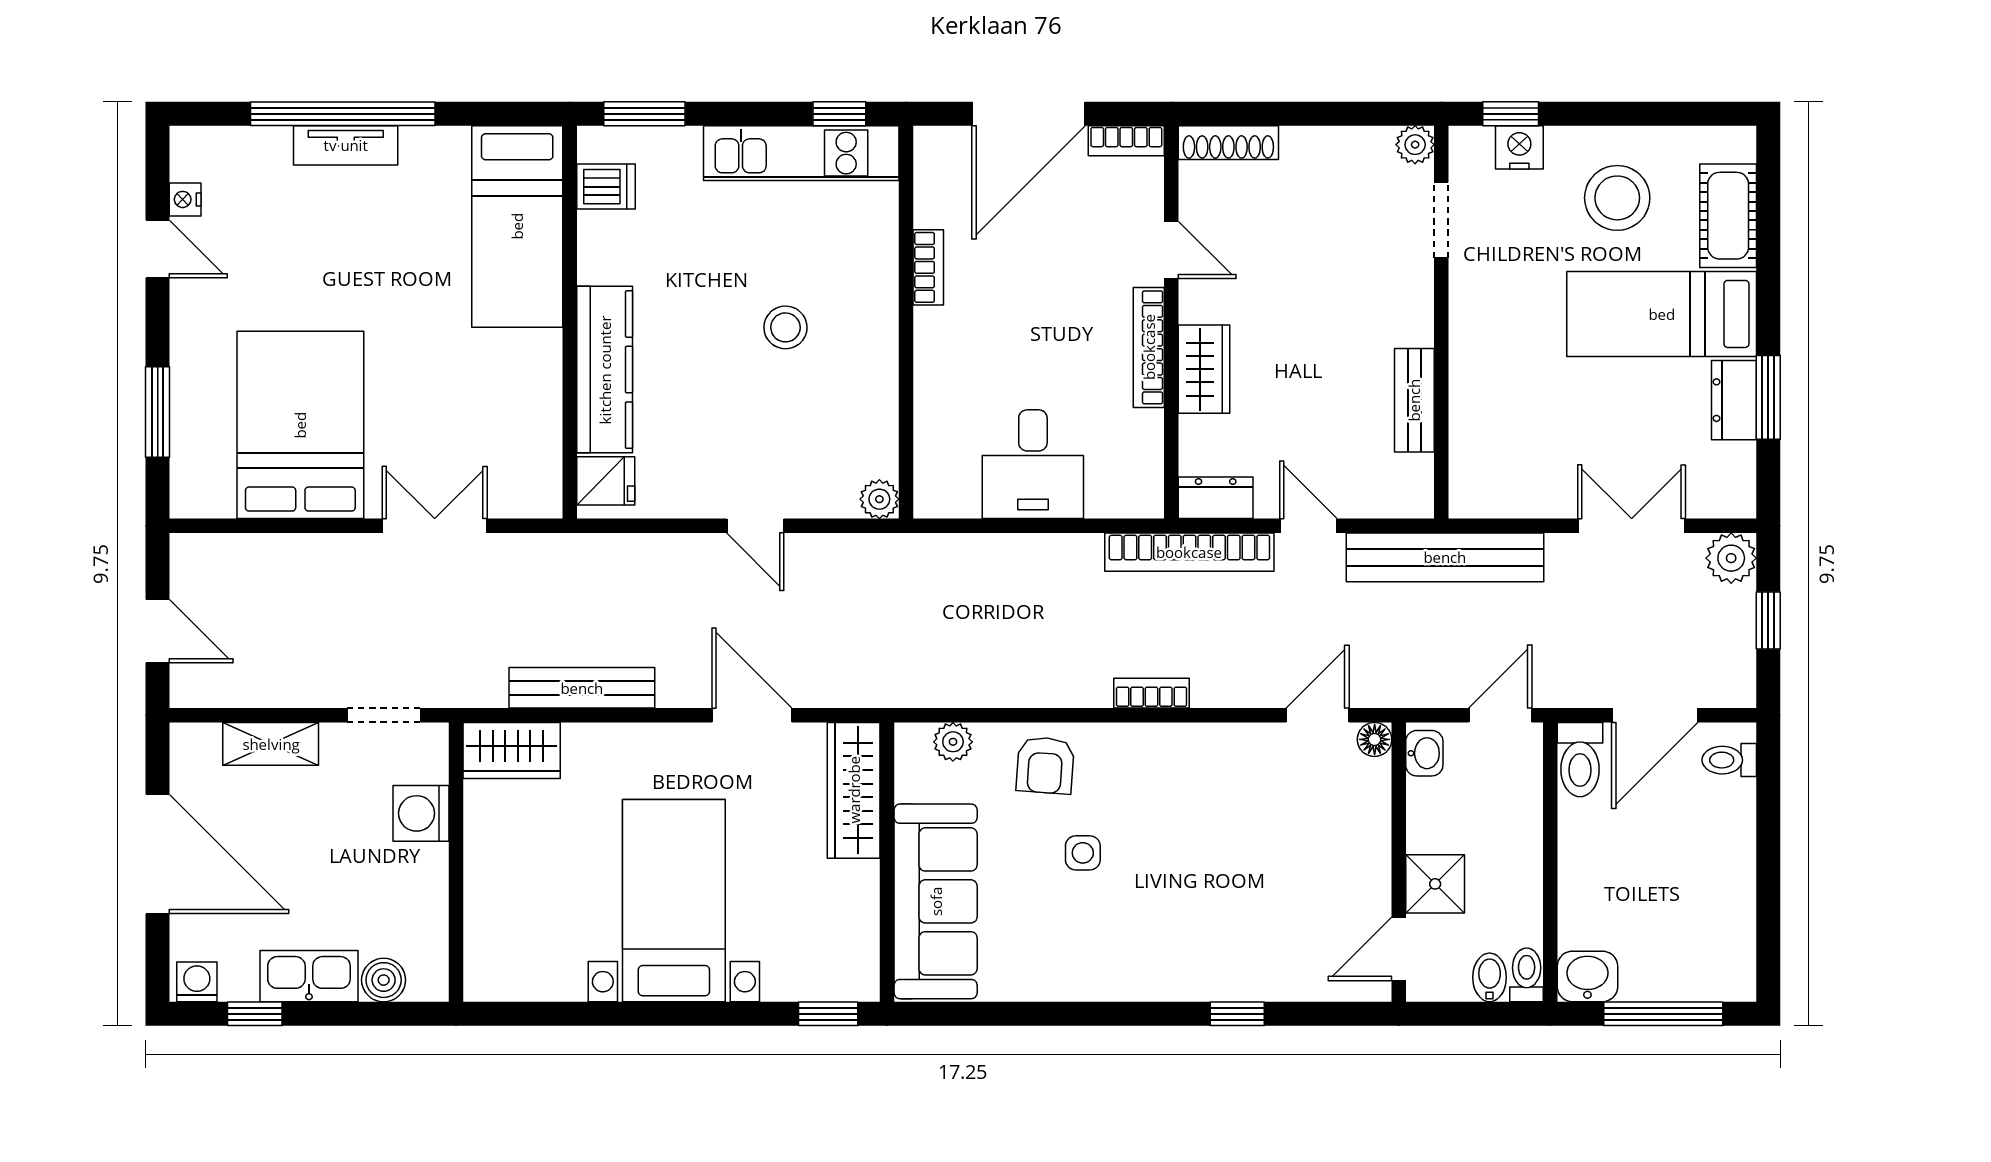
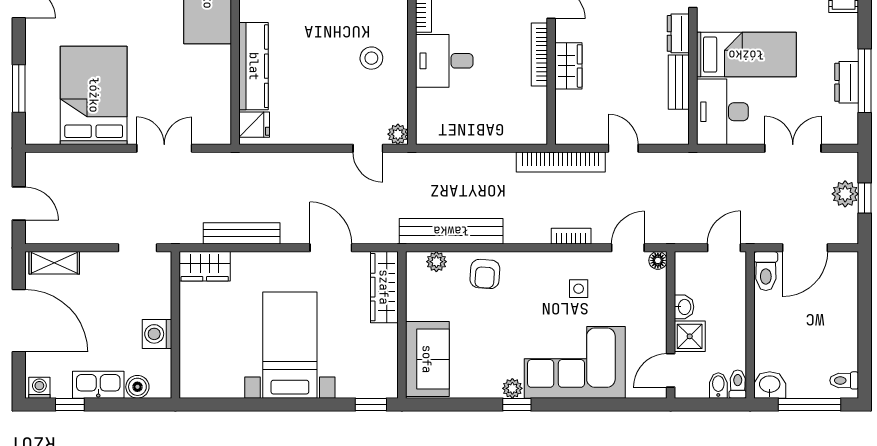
bed: (1662, 314) -> (746, 55), moved, turned 180
stool: (785, 327) -> (371, 58), moved
window: (1768, 397) -> (865, 81), width x1.44
desk: (1497, 456) -> (722, 112), added
desk: (1033, 464) -> (444, 61), moved, turned 90
dresser: (1216, 498) -> (678, 33), moved, turned -90
door: (755, 526) -> (368, 148), moved
bench: (1445, 557) -> (451, 231), moved
plant: (1731, 558) -> (845, 194), moved
bookcase: (1151, 693) -> (571, 236), moved
shelving: (271, 744) -> (54, 263), moved
washbasin: (1424, 753) -> (684, 307), moved
toilet: (1729, 760) -> (844, 380), moved
washing machine: (421, 813) -> (157, 334), moved
side table: (1083, 853) -> (579, 289), moved
sofa: (936, 901) -> (427, 359), width x0.73
corner sofa: (1216, 933) -> (575, 362), added
plant: (1097, 983) -> (512, 388), added
window: (1237, 1014) -> (517, 404), moved

